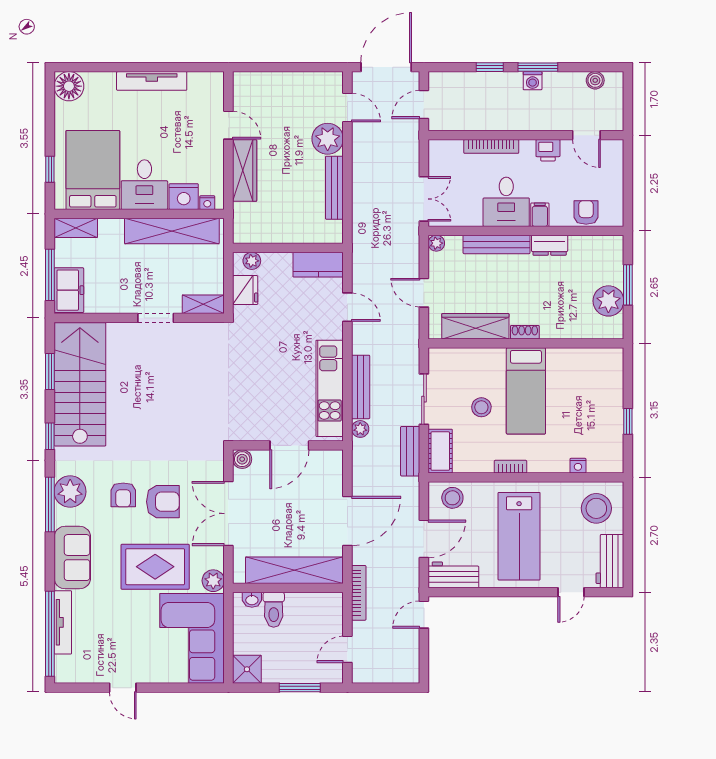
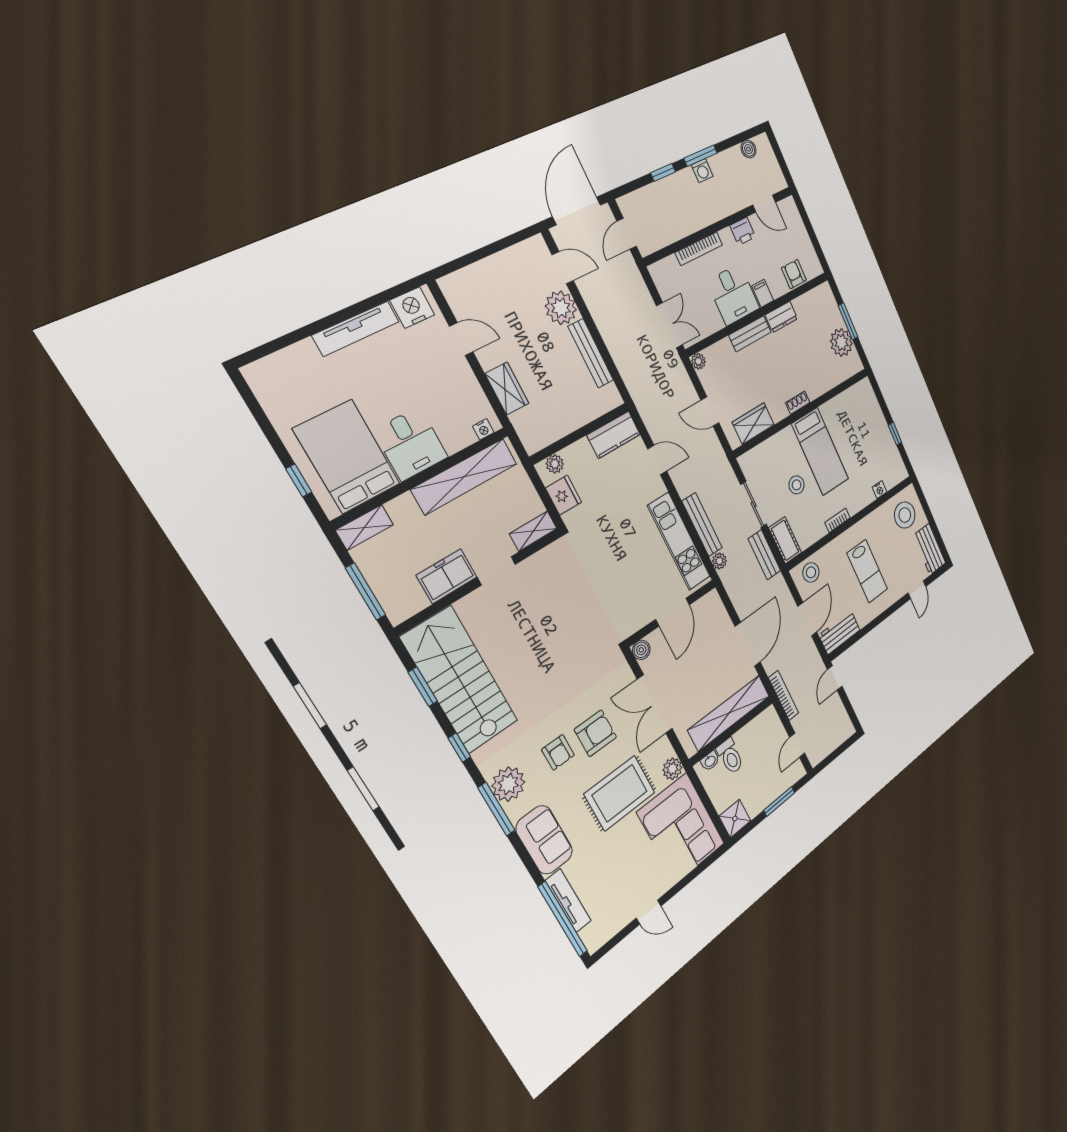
floor lamp: (69, 86) -> (266, 377), removed
wardrobe: (245, 171) -> (507, 389), width x0.67
nightstand: (184, 197) -> (412, 308), moved, turned 180
bench: (497, 244) -> (750, 334), width x0.73
freezer: (69, 290) -> (447, 576), moved, turned -90
wardrobe: (475, 326) -> (753, 424), width x0.67
lab bench: (519, 536) -> (867, 571), width x0.73, depth x0.72

